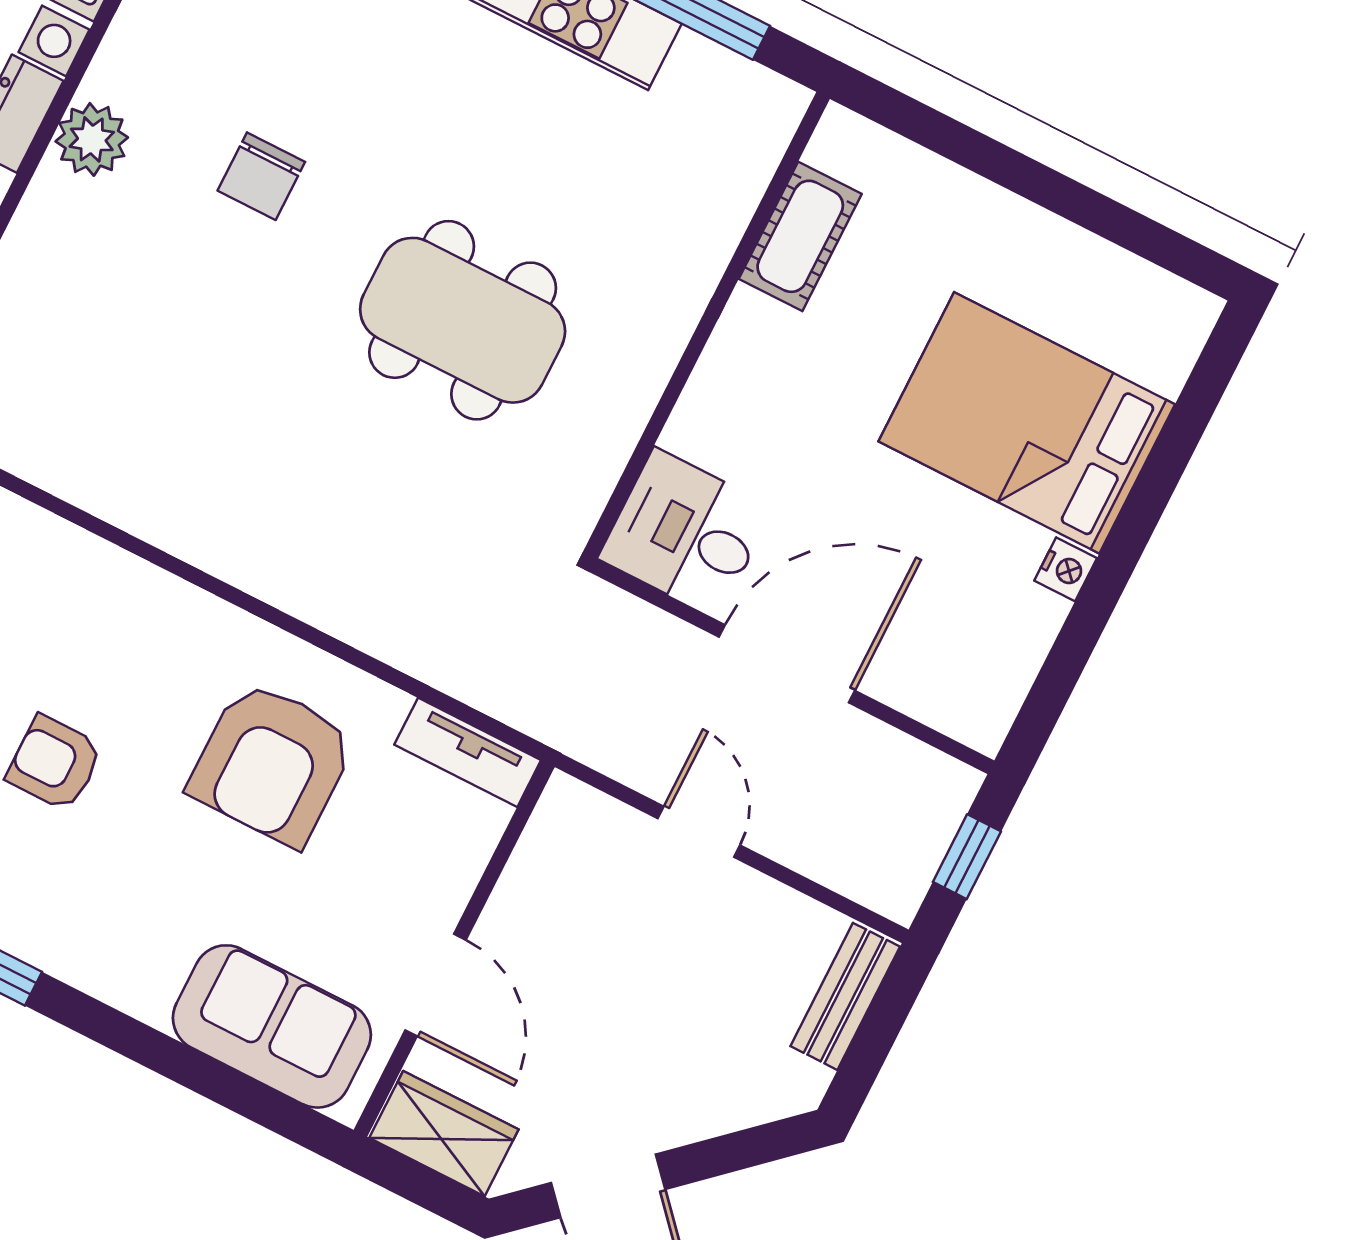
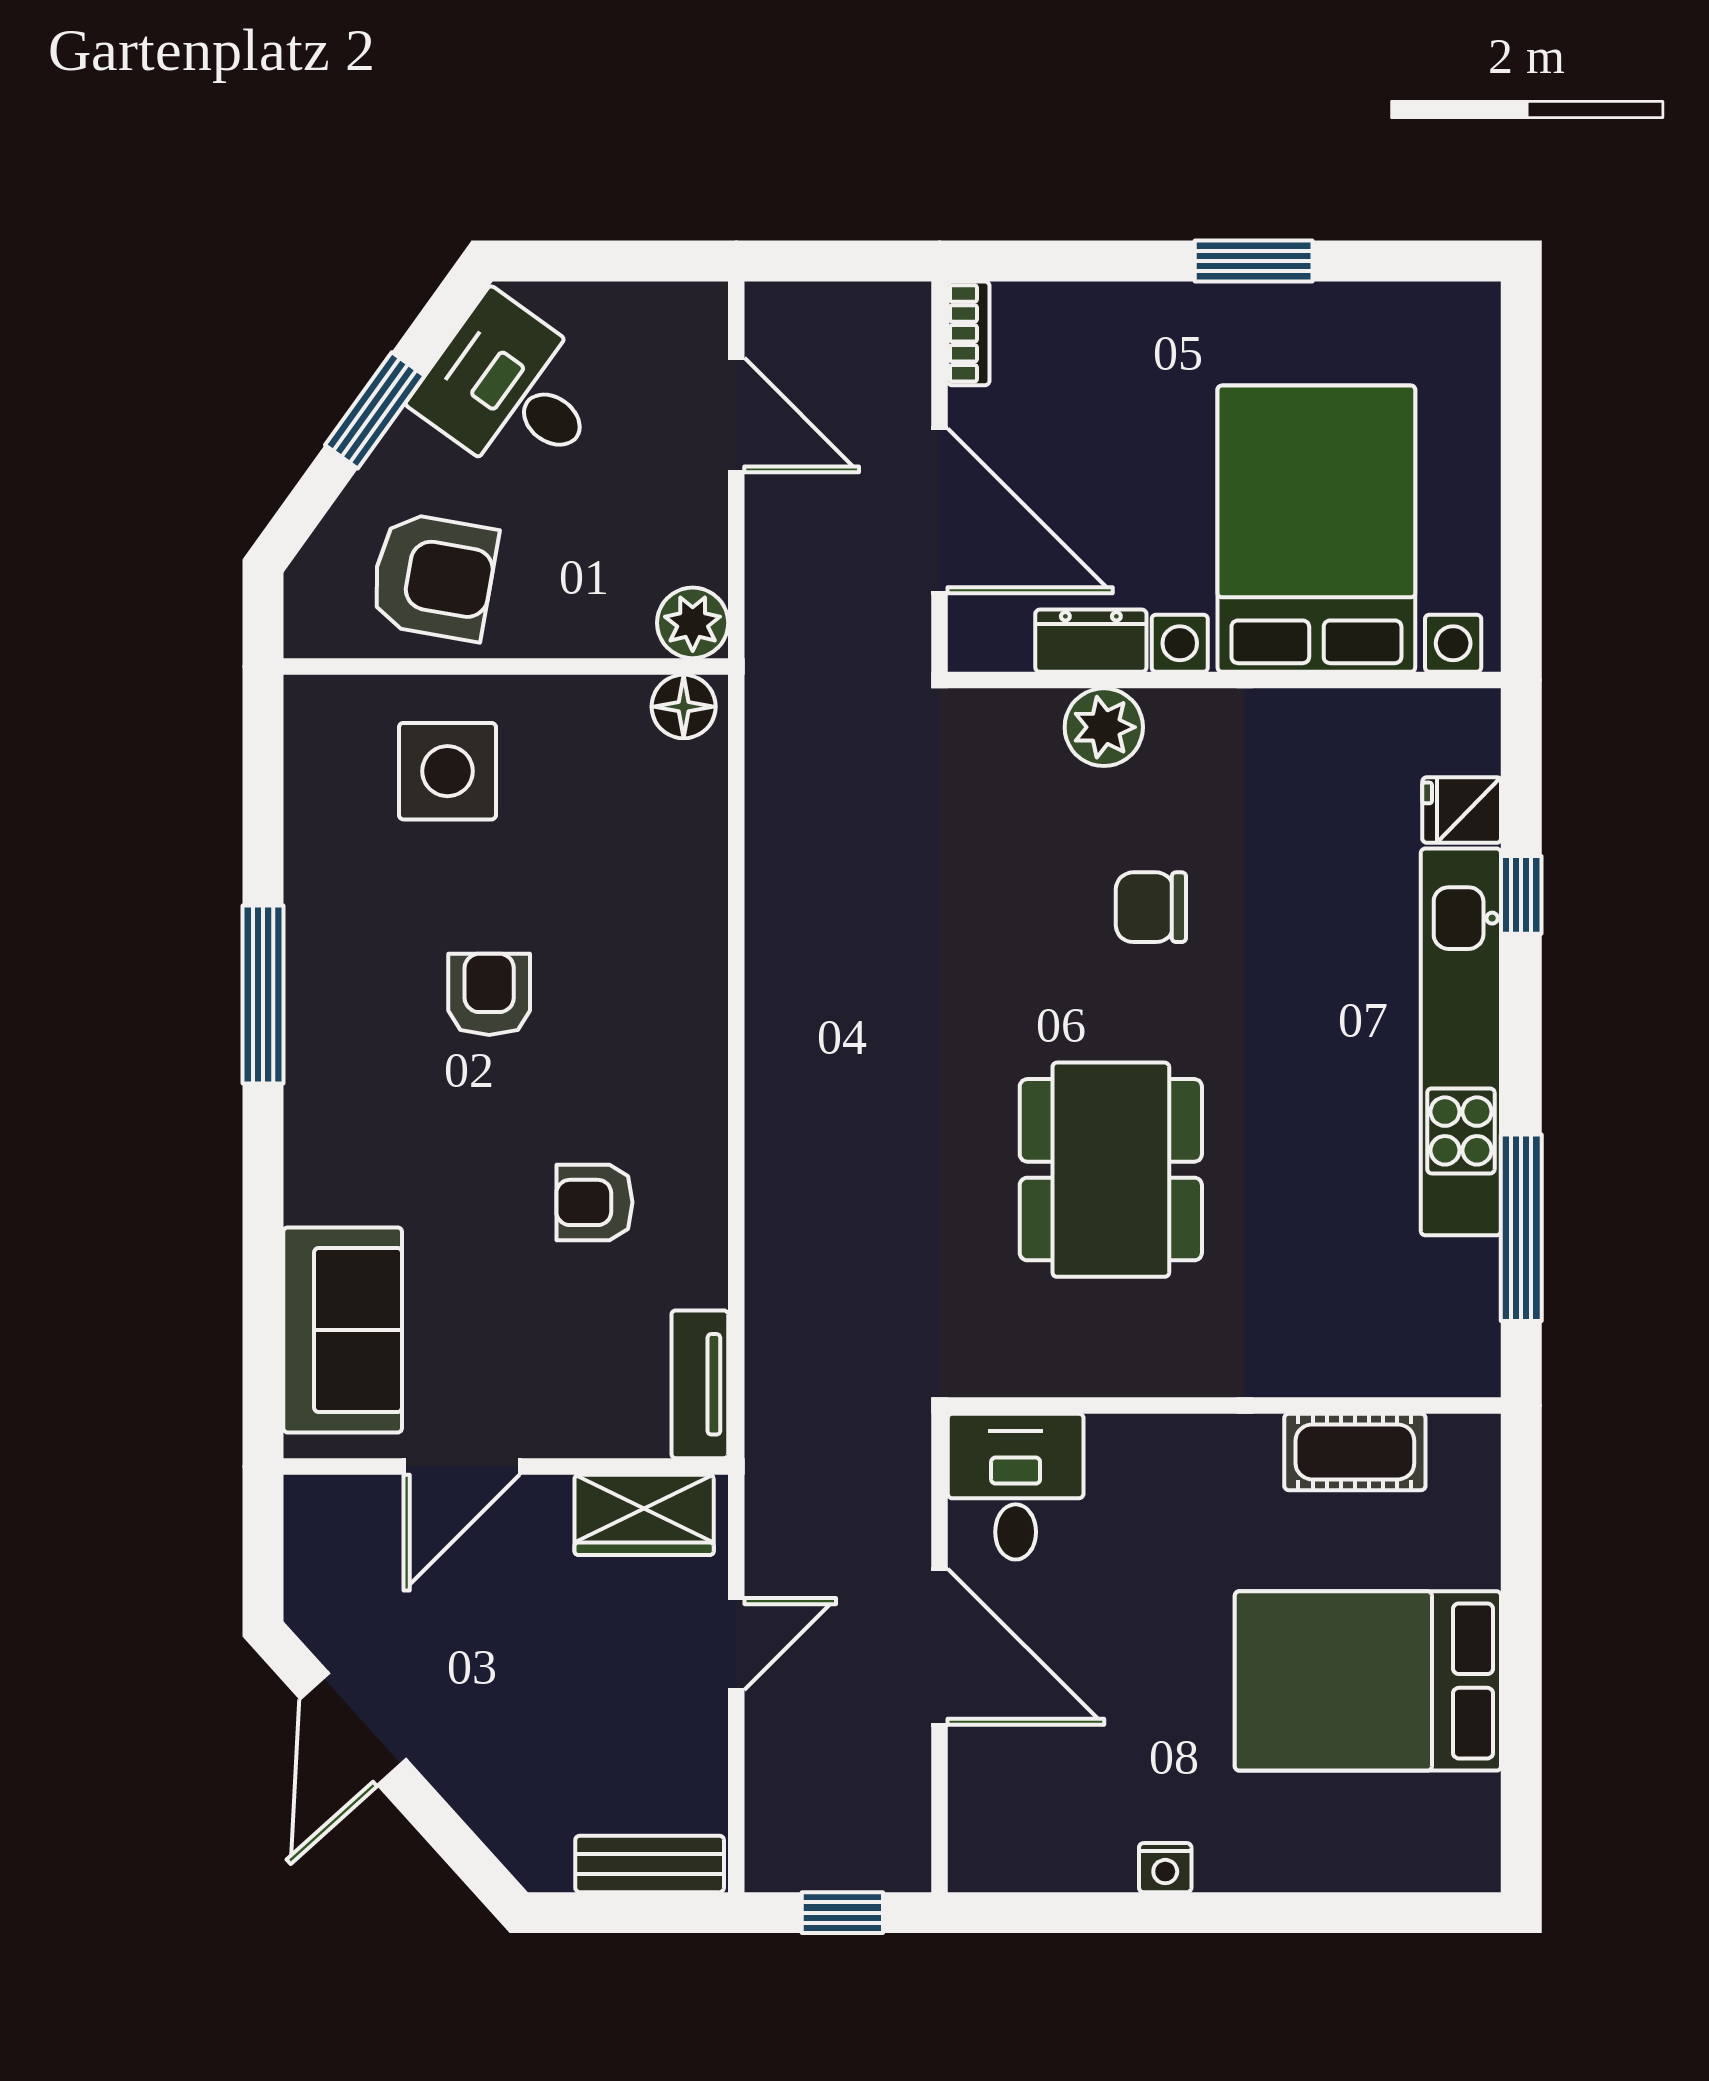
bed: (1027, 423) -> (1368, 1681), moved, turned -90
armchair: (272, 763) -> (594, 1202), width x0.53, depth x0.53
wardrobe: (444, 1134) -> (644, 1515), moved, turned 90

